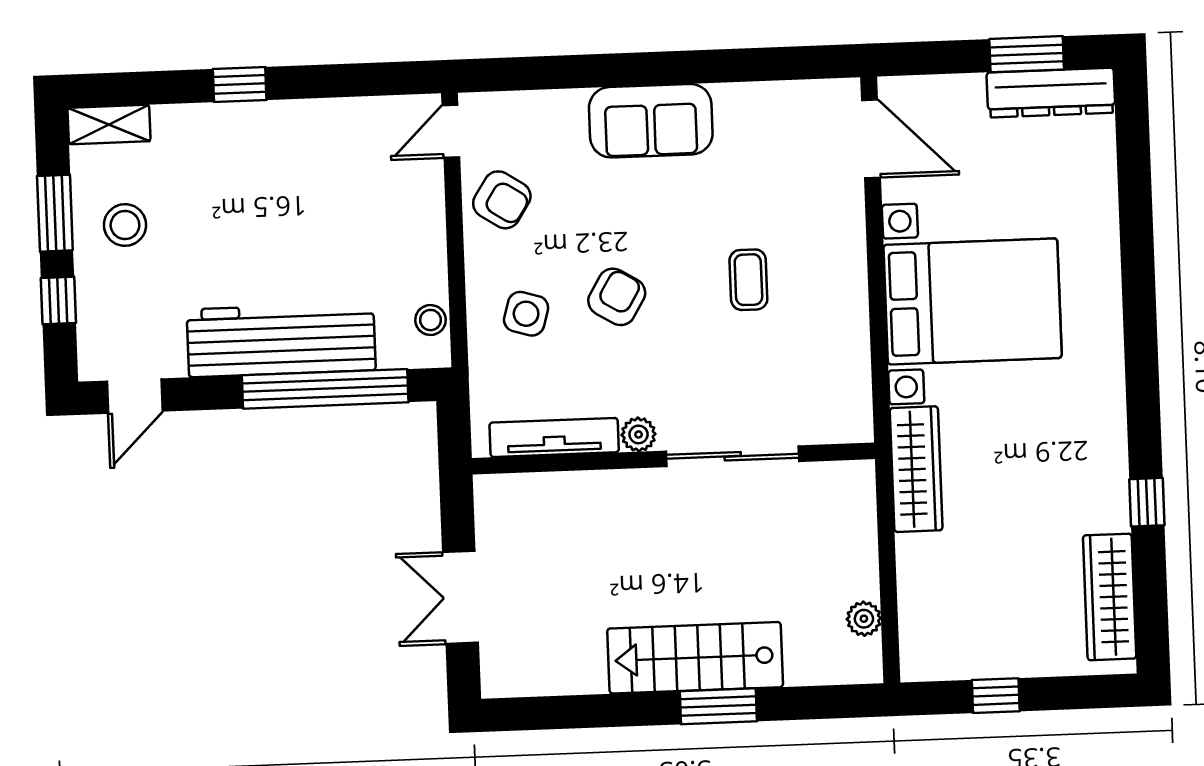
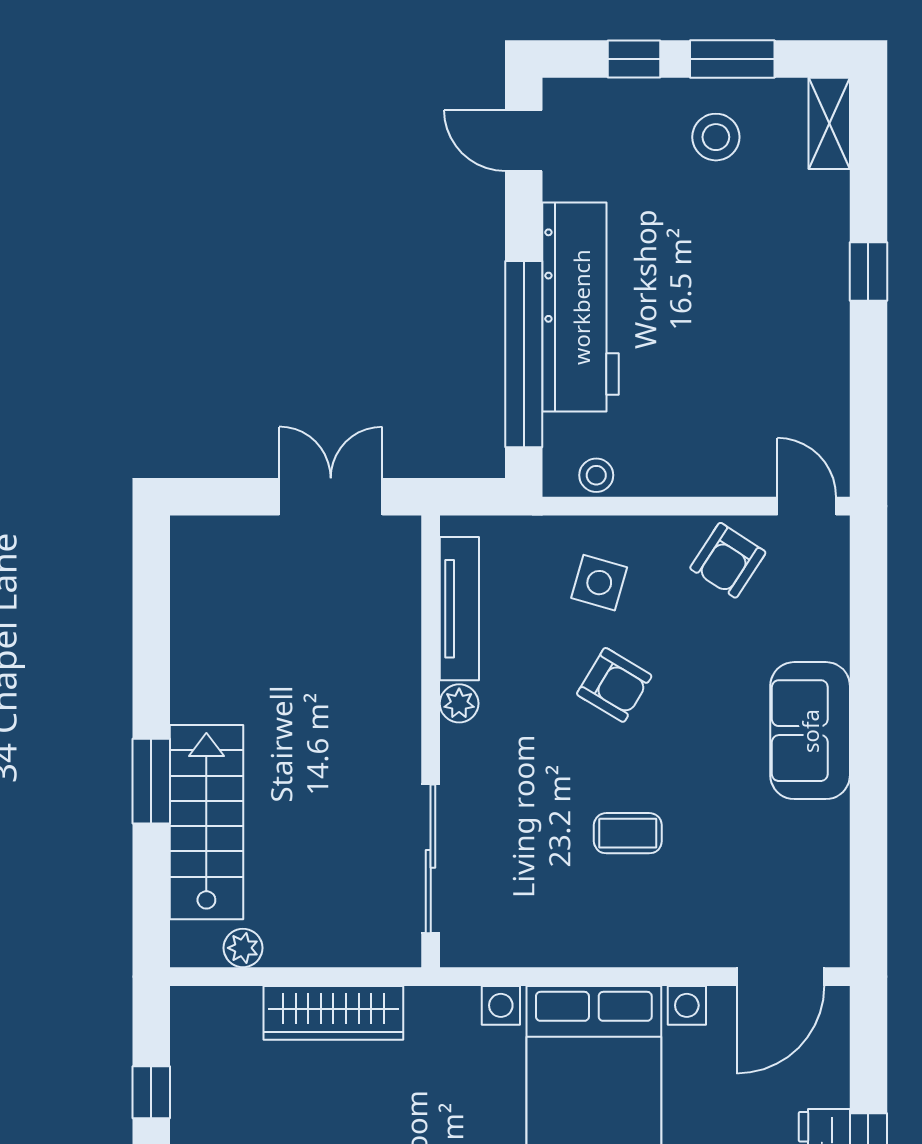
sliding door: (733, 456) -> (431, 859), moved
wardrobe: (916, 469) -> (333, 1013), moved
double door: (460, 597) -> (331, 497), moved
stairs: (695, 658) -> (206, 822), moved

